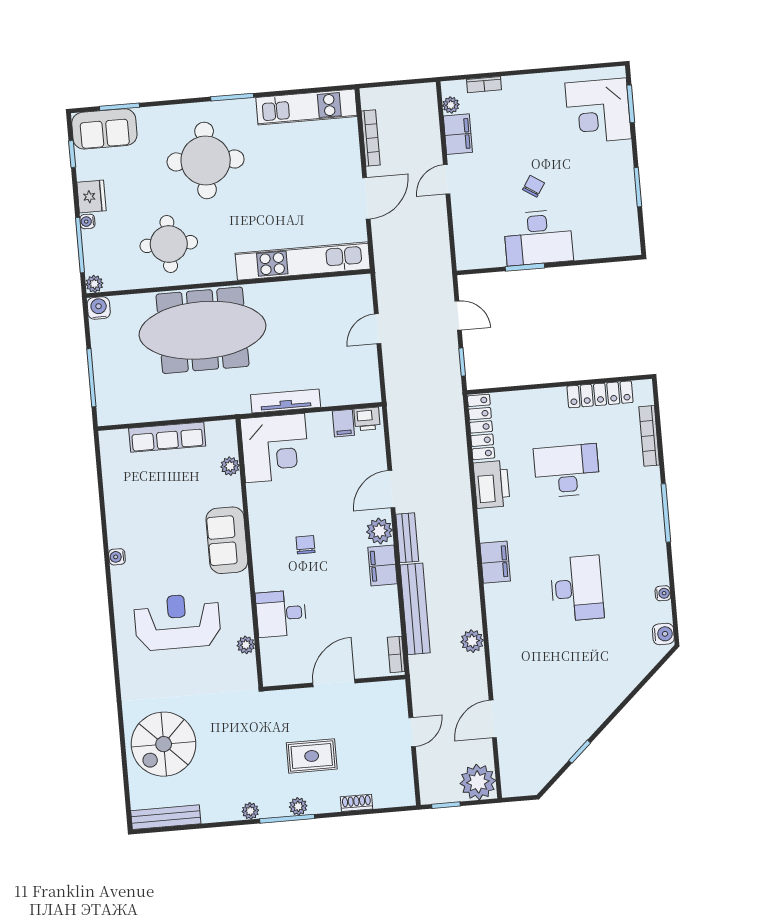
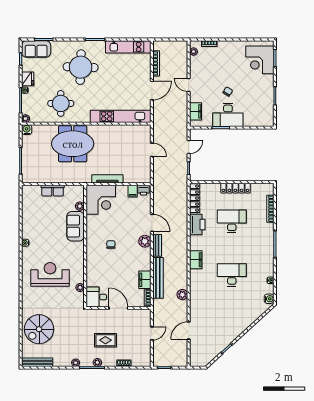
filing cabinet: (458, 134) -> (196, 111), moved
door: (447, 179) -> (189, 85), hinge flipped
door: (458, 316) -> (189, 147), hinge flipped
door: (378, 329) -> (152, 150), swing flipped
meeting table: (203, 330) -> (73, 144), width x0.73
locker: (600, 394) -> (235, 188), moved
row of seats: (167, 437) -> (53, 191), width x0.68
door: (391, 489) -> (152, 223), swing flipped
sofa: (227, 540) -> (76, 226), moved
filing cabinet: (383, 565) -> (145, 280), moved
desk: (577, 588) -> (232, 275), turned -90
desk: (281, 614) -> (97, 297), moved
door: (334, 683) -> (118, 308), hinge flipped
plant: (478, 782) -> (180, 358), removed

